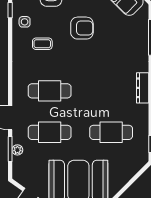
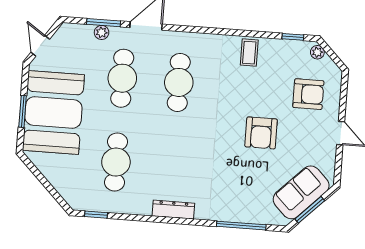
side table: (25, 22) -> (275, 55), removed
coffee table: (42, 44) -> (249, 53), moved

